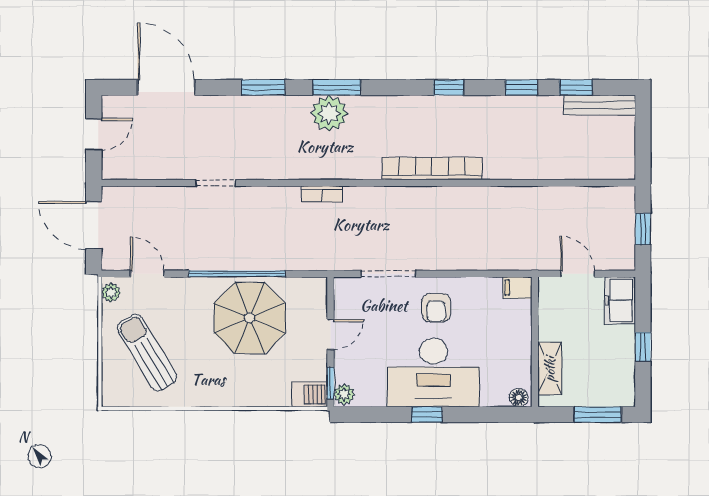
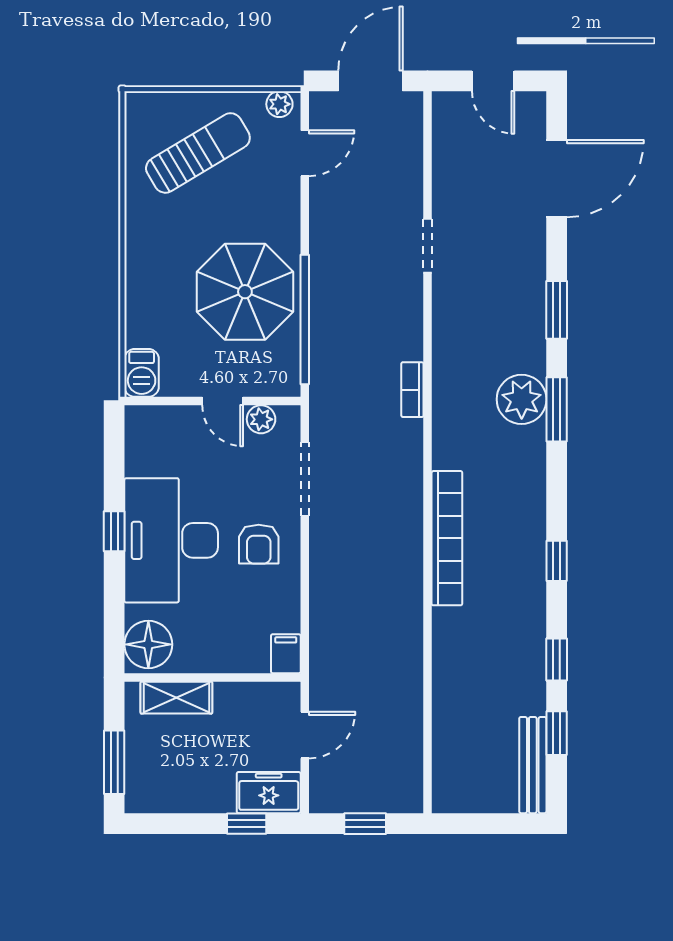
window: (237, 274) -> (305, 319), moved
armchair: (436, 308) -> (259, 544), turned -90
window: (643, 347) -> (247, 824), moved
window: (330, 383) -> (157, 401), removed
plant: (344, 394) -> (261, 419), moved
floor lamp: (519, 398) -> (148, 644), width x1.89, depth x1.89

